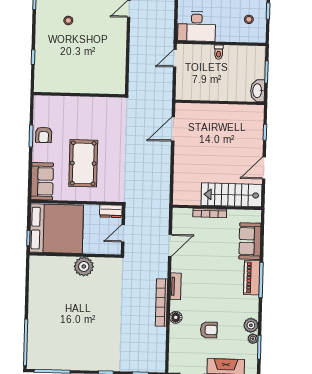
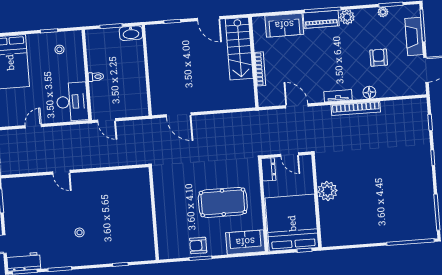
armchair: (44, 135) -> (198, 245), turned 180
plant: (251, 325) -> (347, 17), moved

